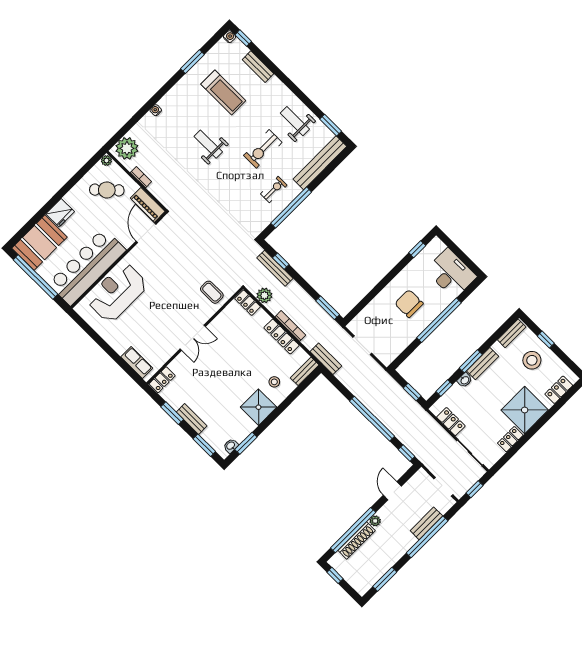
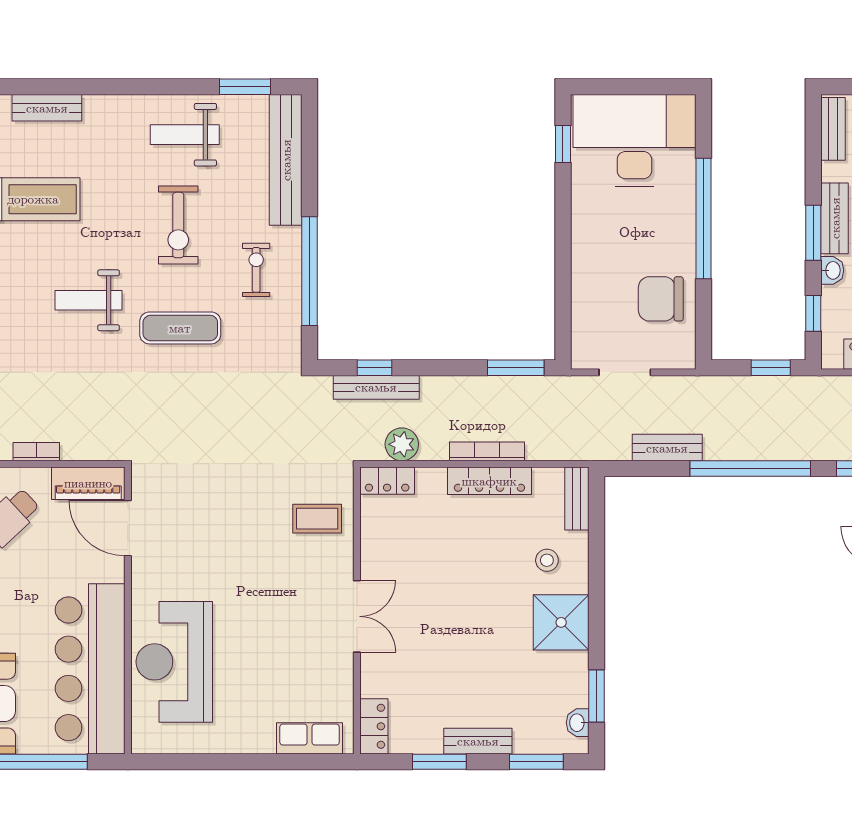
exercise mat: (229, 184) -> (180, 328), added
desk: (451, 273) -> (634, 140), width x1.36, depth x1.30
chair: (409, 304) -> (661, 299), moved
bench: (326, 359) -> (667, 448), moved

